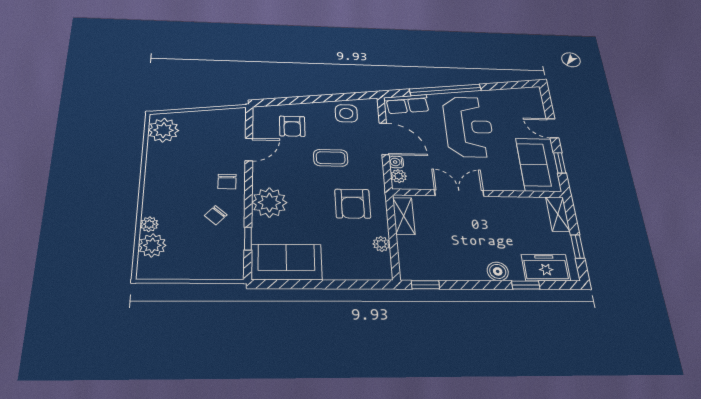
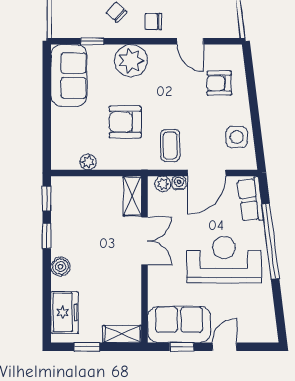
reception desk: (468, 127) -> (224, 260), turned 180
coffee table: (331, 158) -> (170, 145), moved
armchair: (353, 204) -> (125, 122), moved
shelving: (404, 216) -> (132, 196), moved, turned 90
window: (526, 285) -> (47, 236), moved

